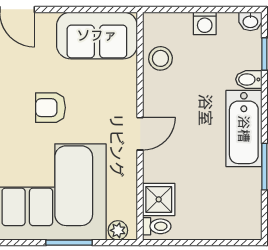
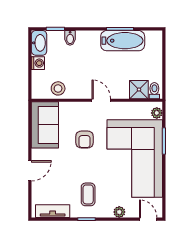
washbasin: (250, 21) -> (39, 43), width x1.91, depth x1.45
armchair: (50, 108) -> (85, 139), moved
bathtub: (244, 129) -> (123, 41), moved

